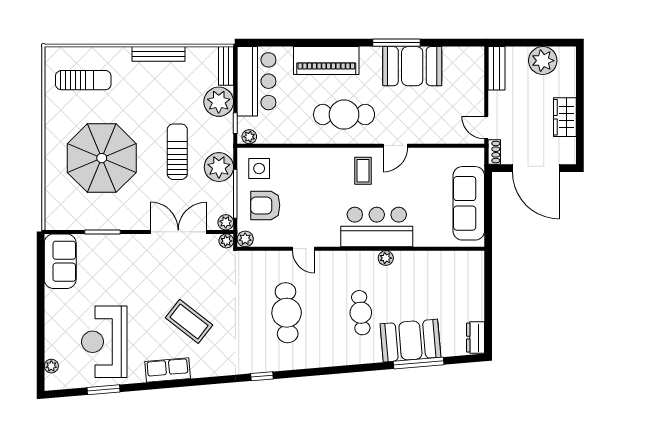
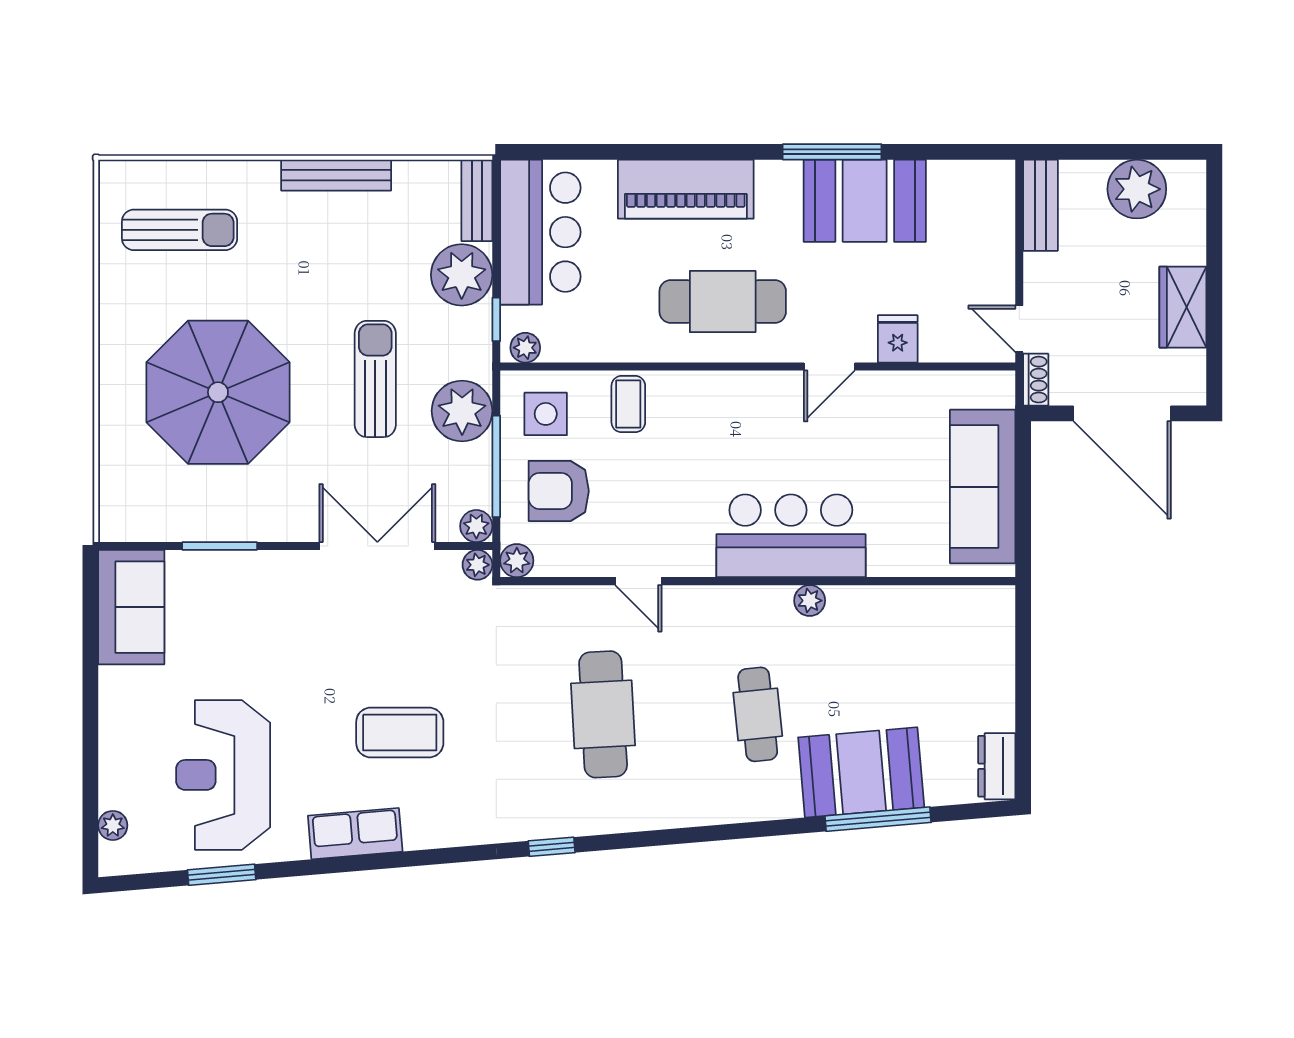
fridge: (428, 132) -> (898, 339), added
coffee table: (363, 171) -> (628, 404), moved
coffee table: (189, 321) -> (400, 732), turned -38

